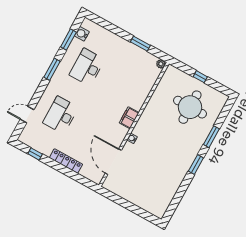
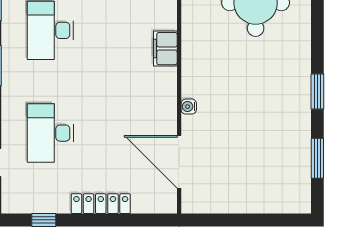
filing cabinet: (129, 118) -> (165, 49), moved
window: (211, 137) -> (317, 158), moved

